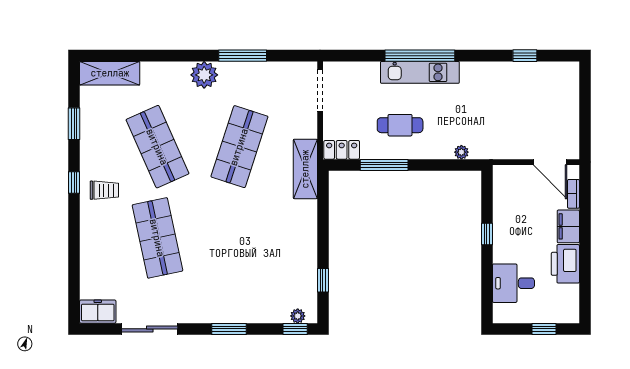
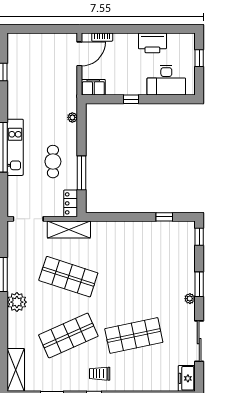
shelving: (305, 169) -> (69, 229), moved
trolley: (104, 190) -> (100, 374), turned -90
filing cabinet: (568, 226) -> (93, 87), moved, turned 180
desk: (513, 283) -> (166, 80), width x1.37
plant: (298, 316) -> (190, 299), moved

